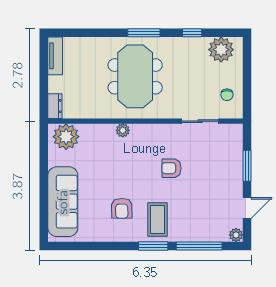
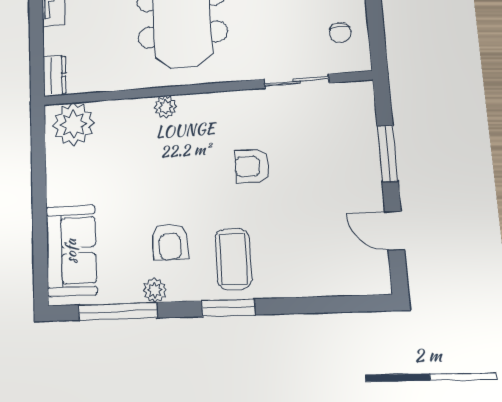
sofa: (63, 202) -> (71, 251), width x0.73
door: (247, 208) -> (395, 231), swing flipped
plant: (236, 235) -> (155, 290), moved
window: (199, 246) -> (117, 311), moved

